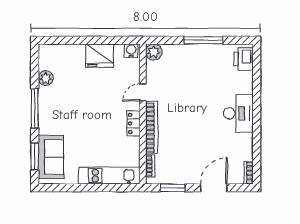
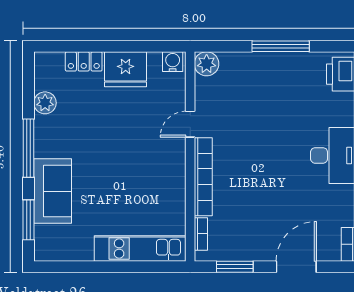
locker: (133, 123) -> (84, 61), moved, turned -90
sofa: (51, 157) -> (53, 191), moved

